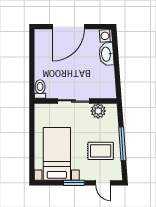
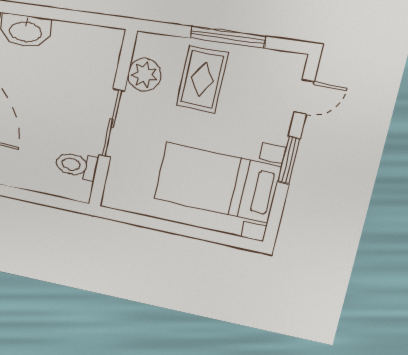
toilet: (40, 89) -> (77, 165), moved
rug: (101, 151) -> (202, 79), moved

